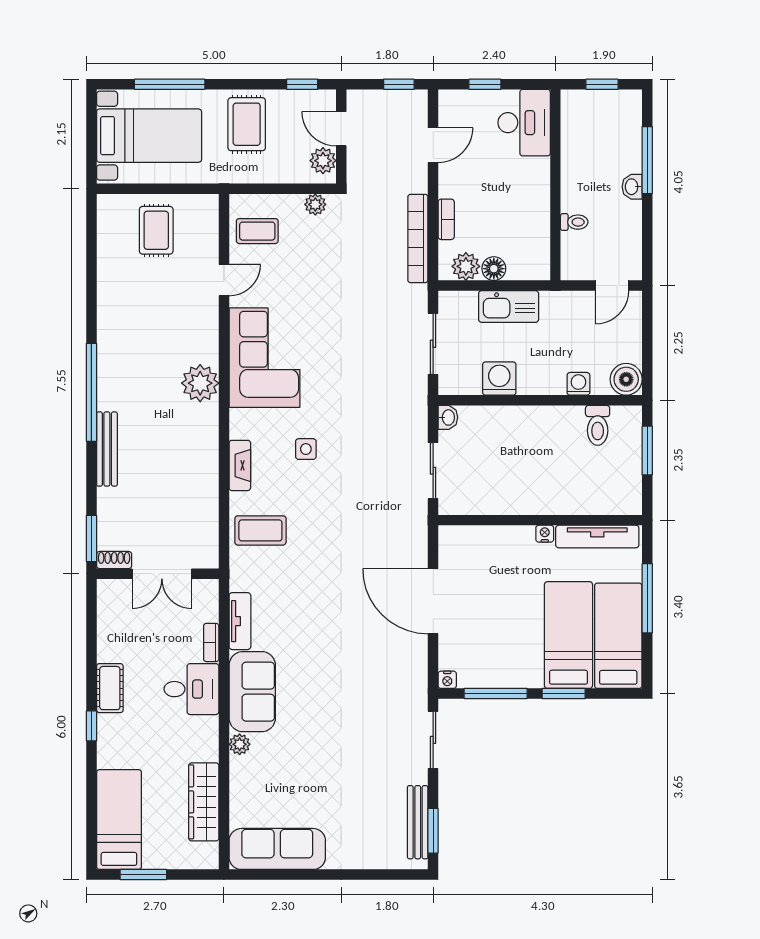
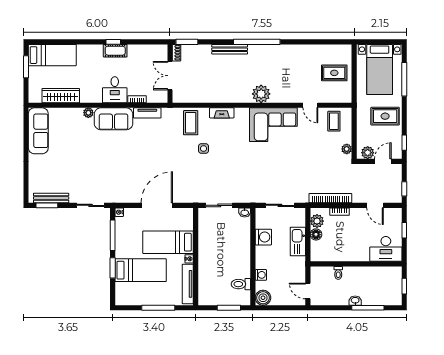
side table: (306, 449) -> (204, 149), moved
bed: (618, 636) -> (168, 242), moved, turned 180
window: (91, 726) -> (113, 42), moved

